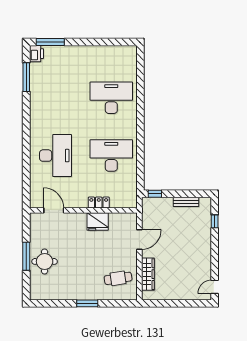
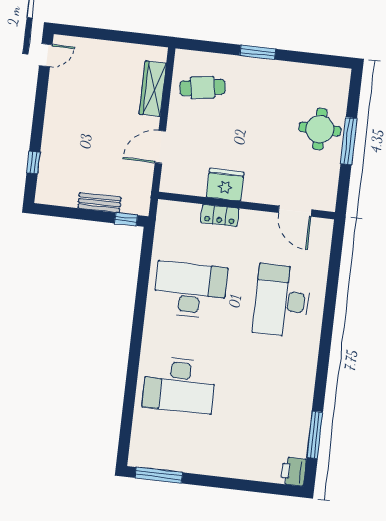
window: (50, 42) -> (159, 475), moved
desk: (111, 156) -> (190, 290), turned 180
bench: (186, 202) -> (99, 203), moved

